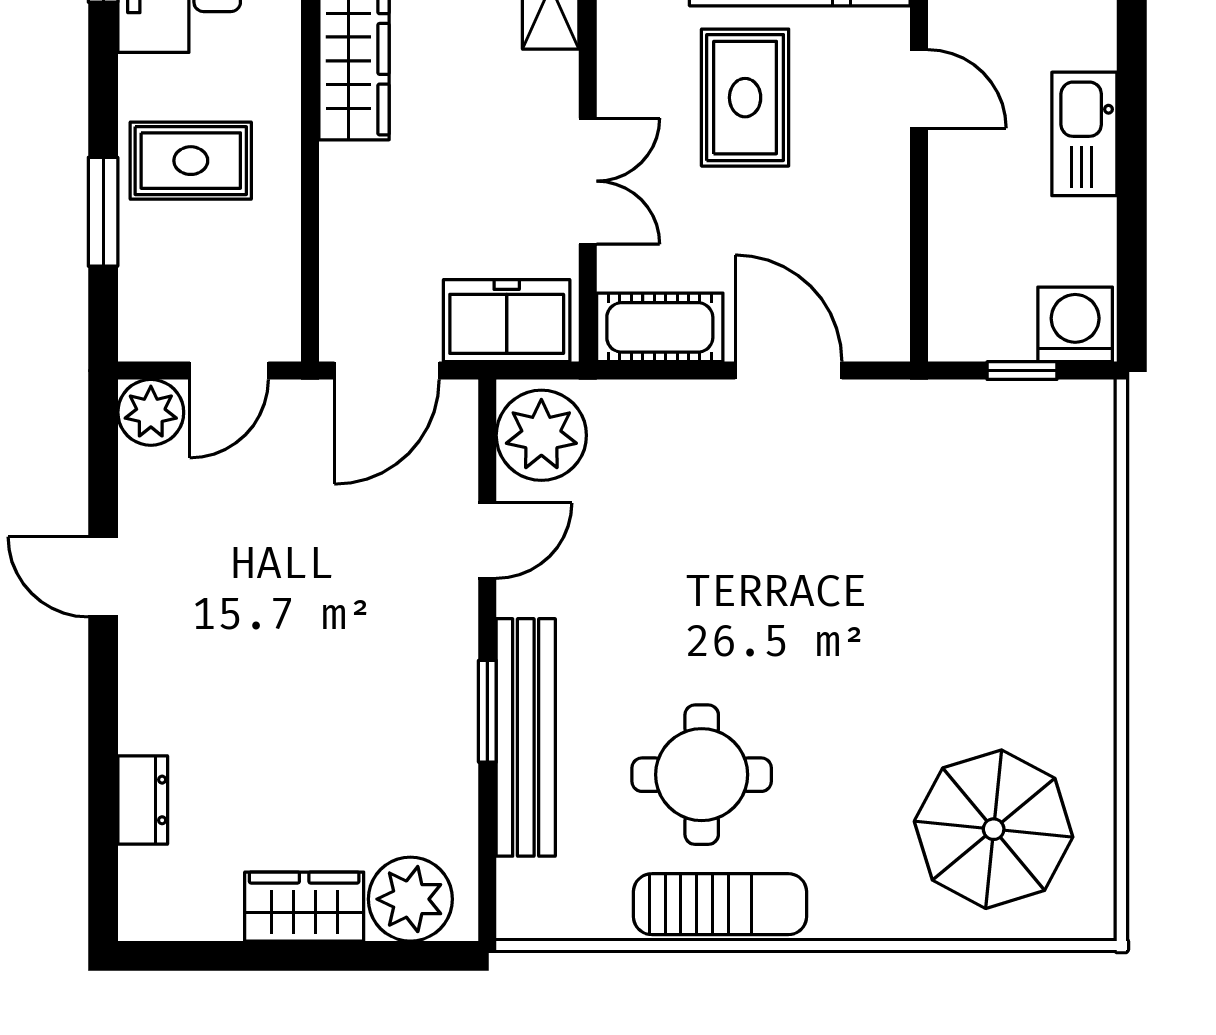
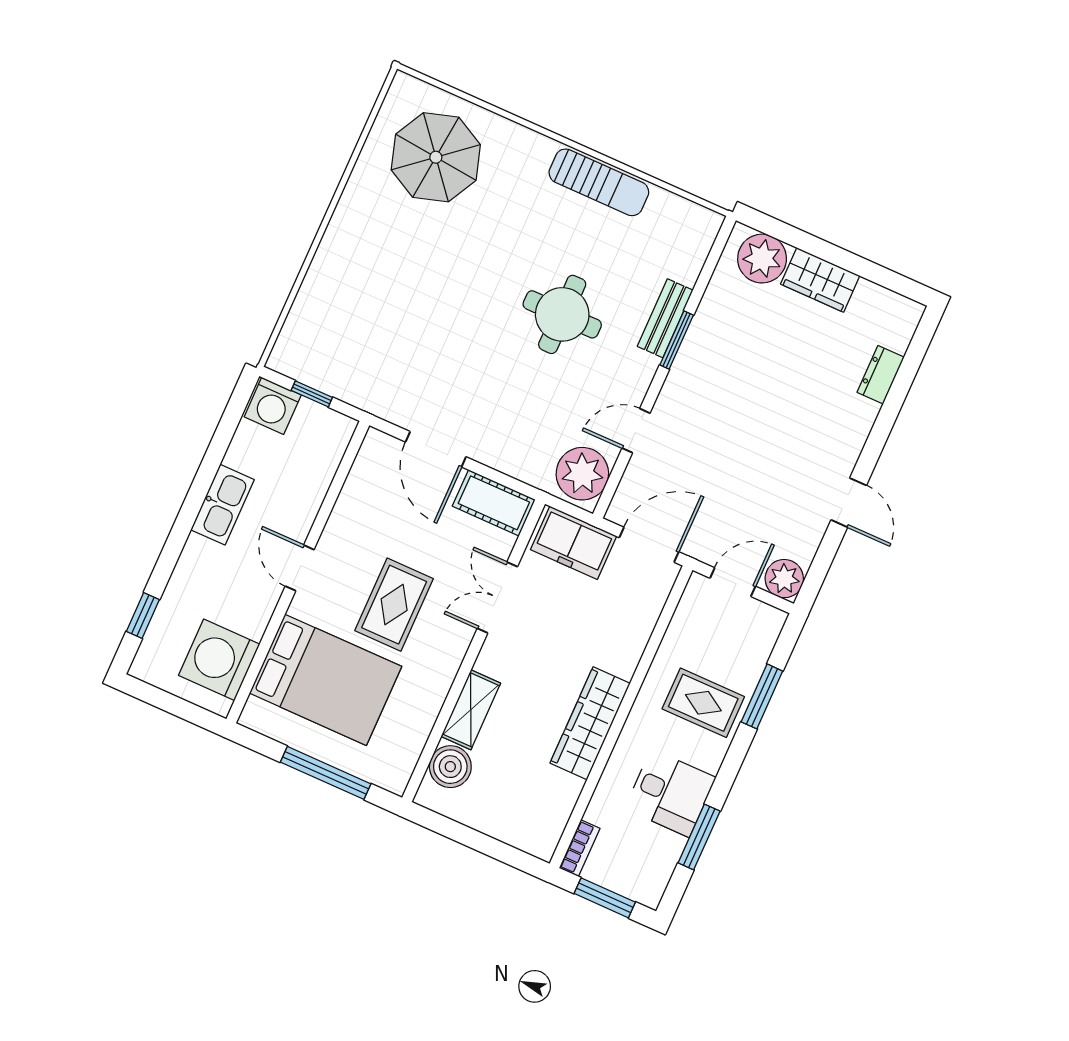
bench: (526, 737) -> (665, 318), width x0.54, depth x0.82
round table: (702, 775) -> (562, 314), moved
sun lounger: (720, 904) -> (599, 182), turned 180

